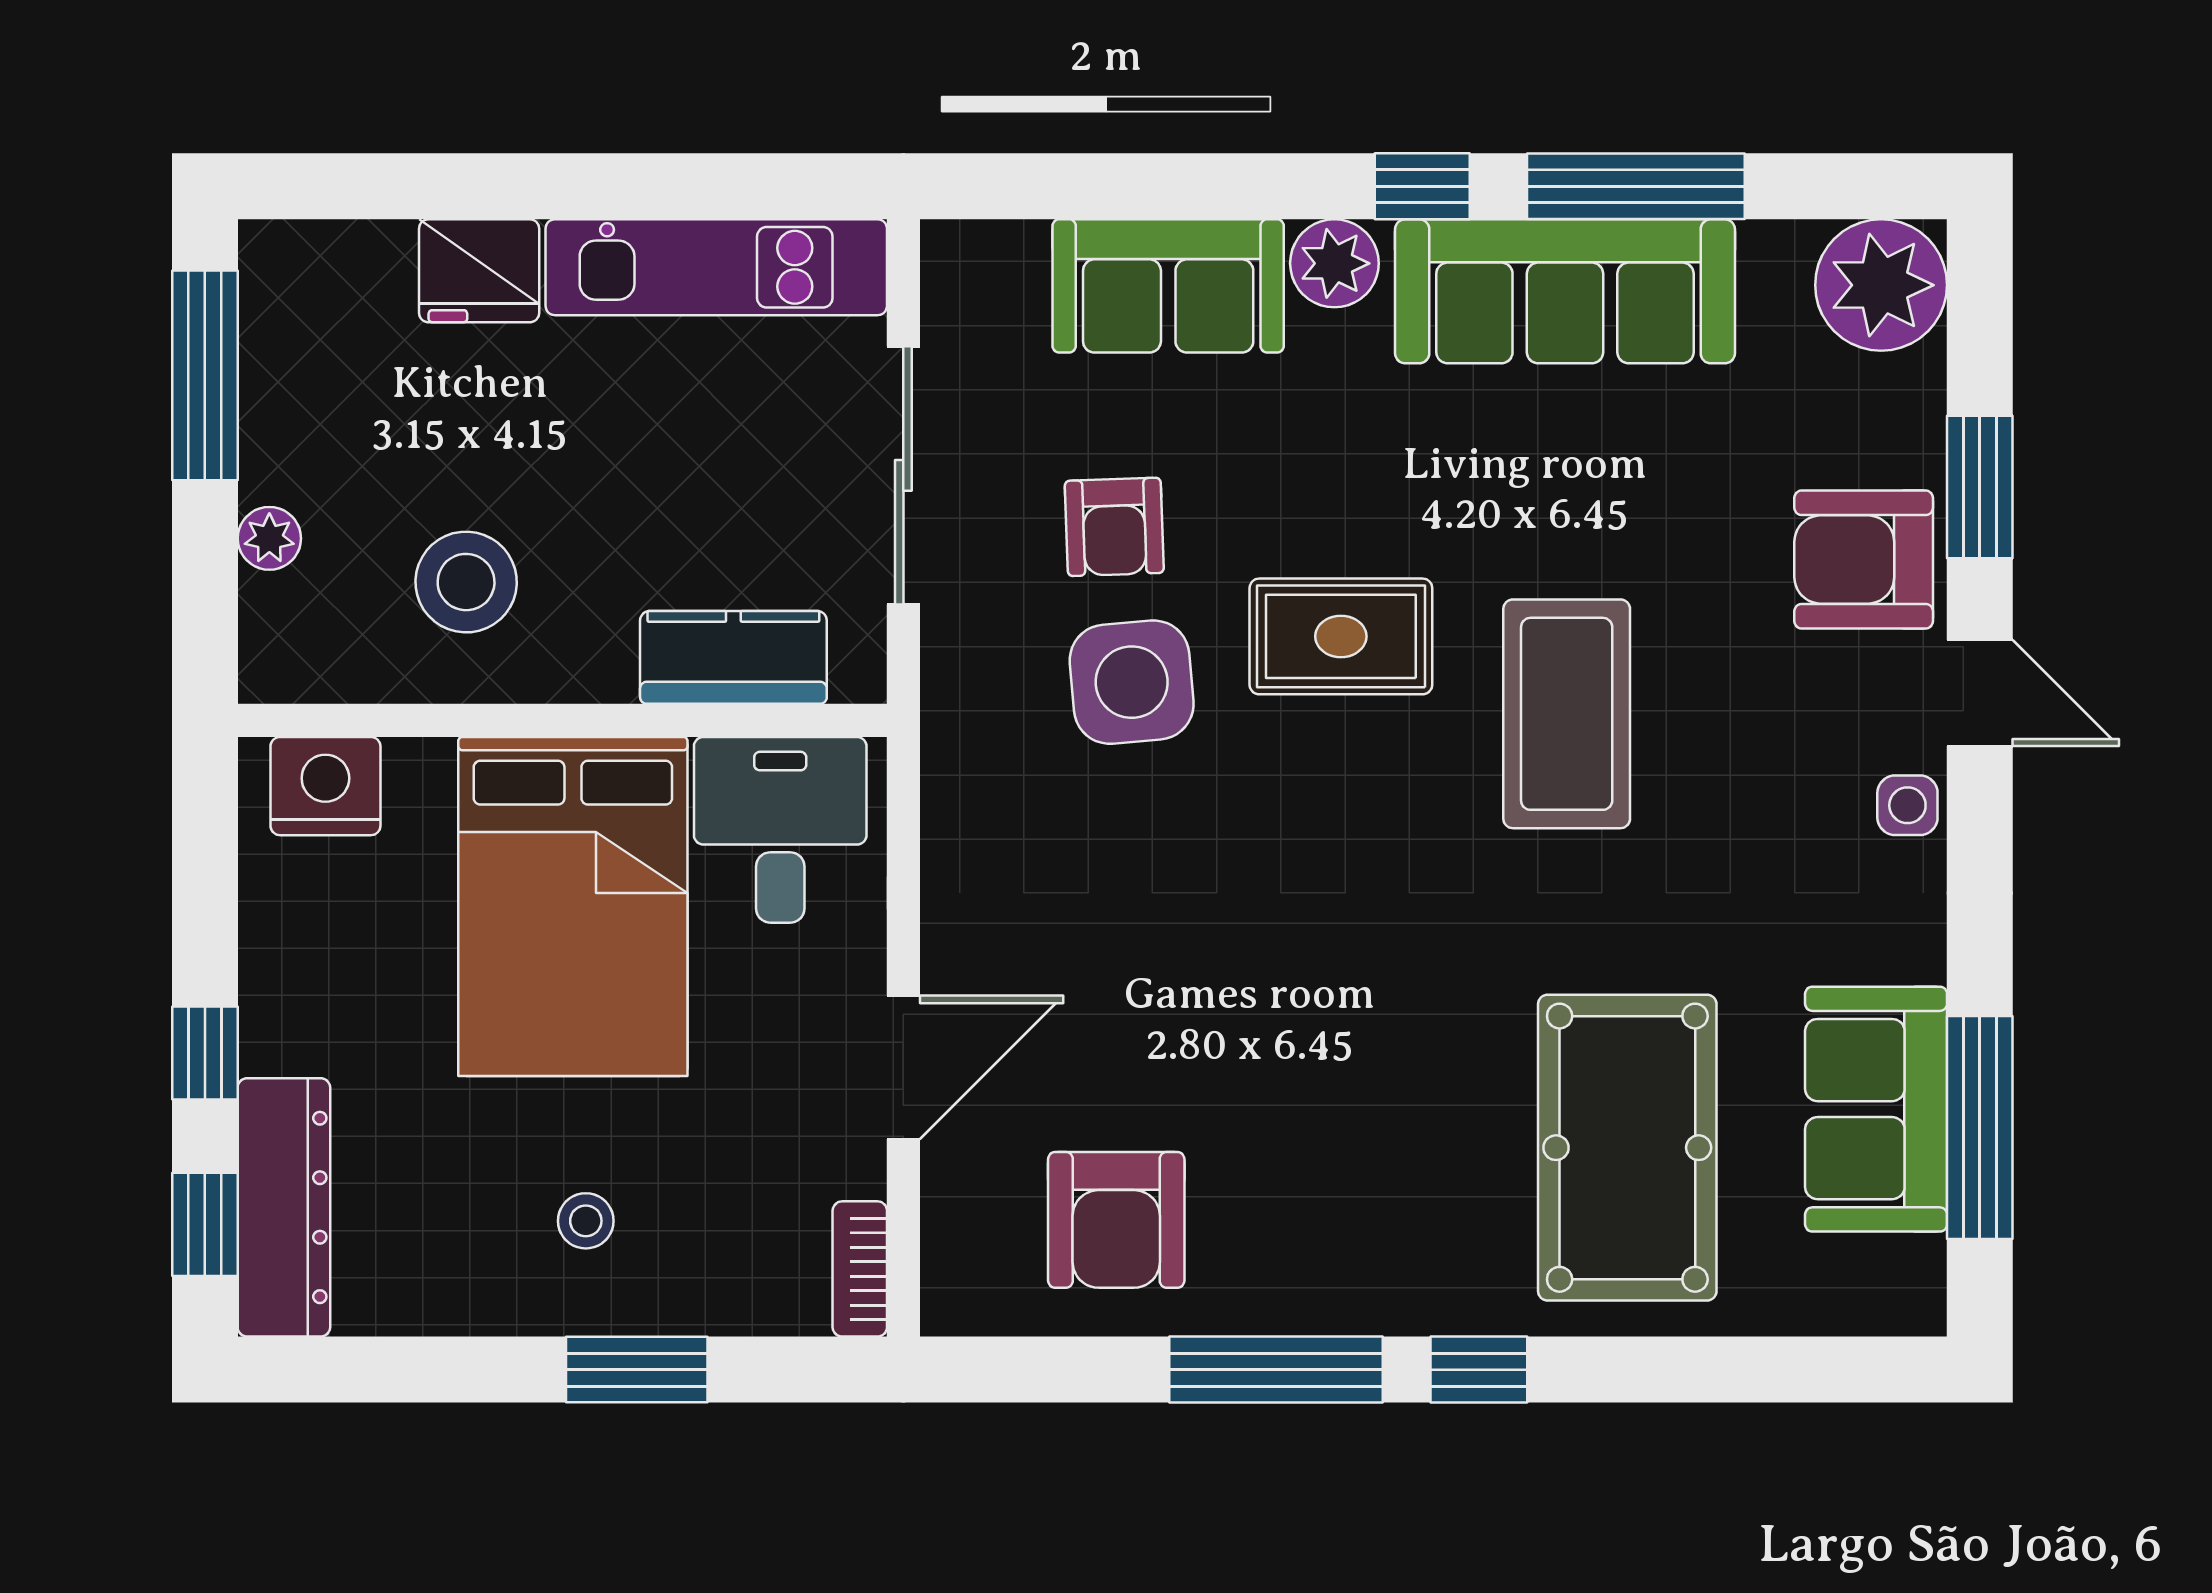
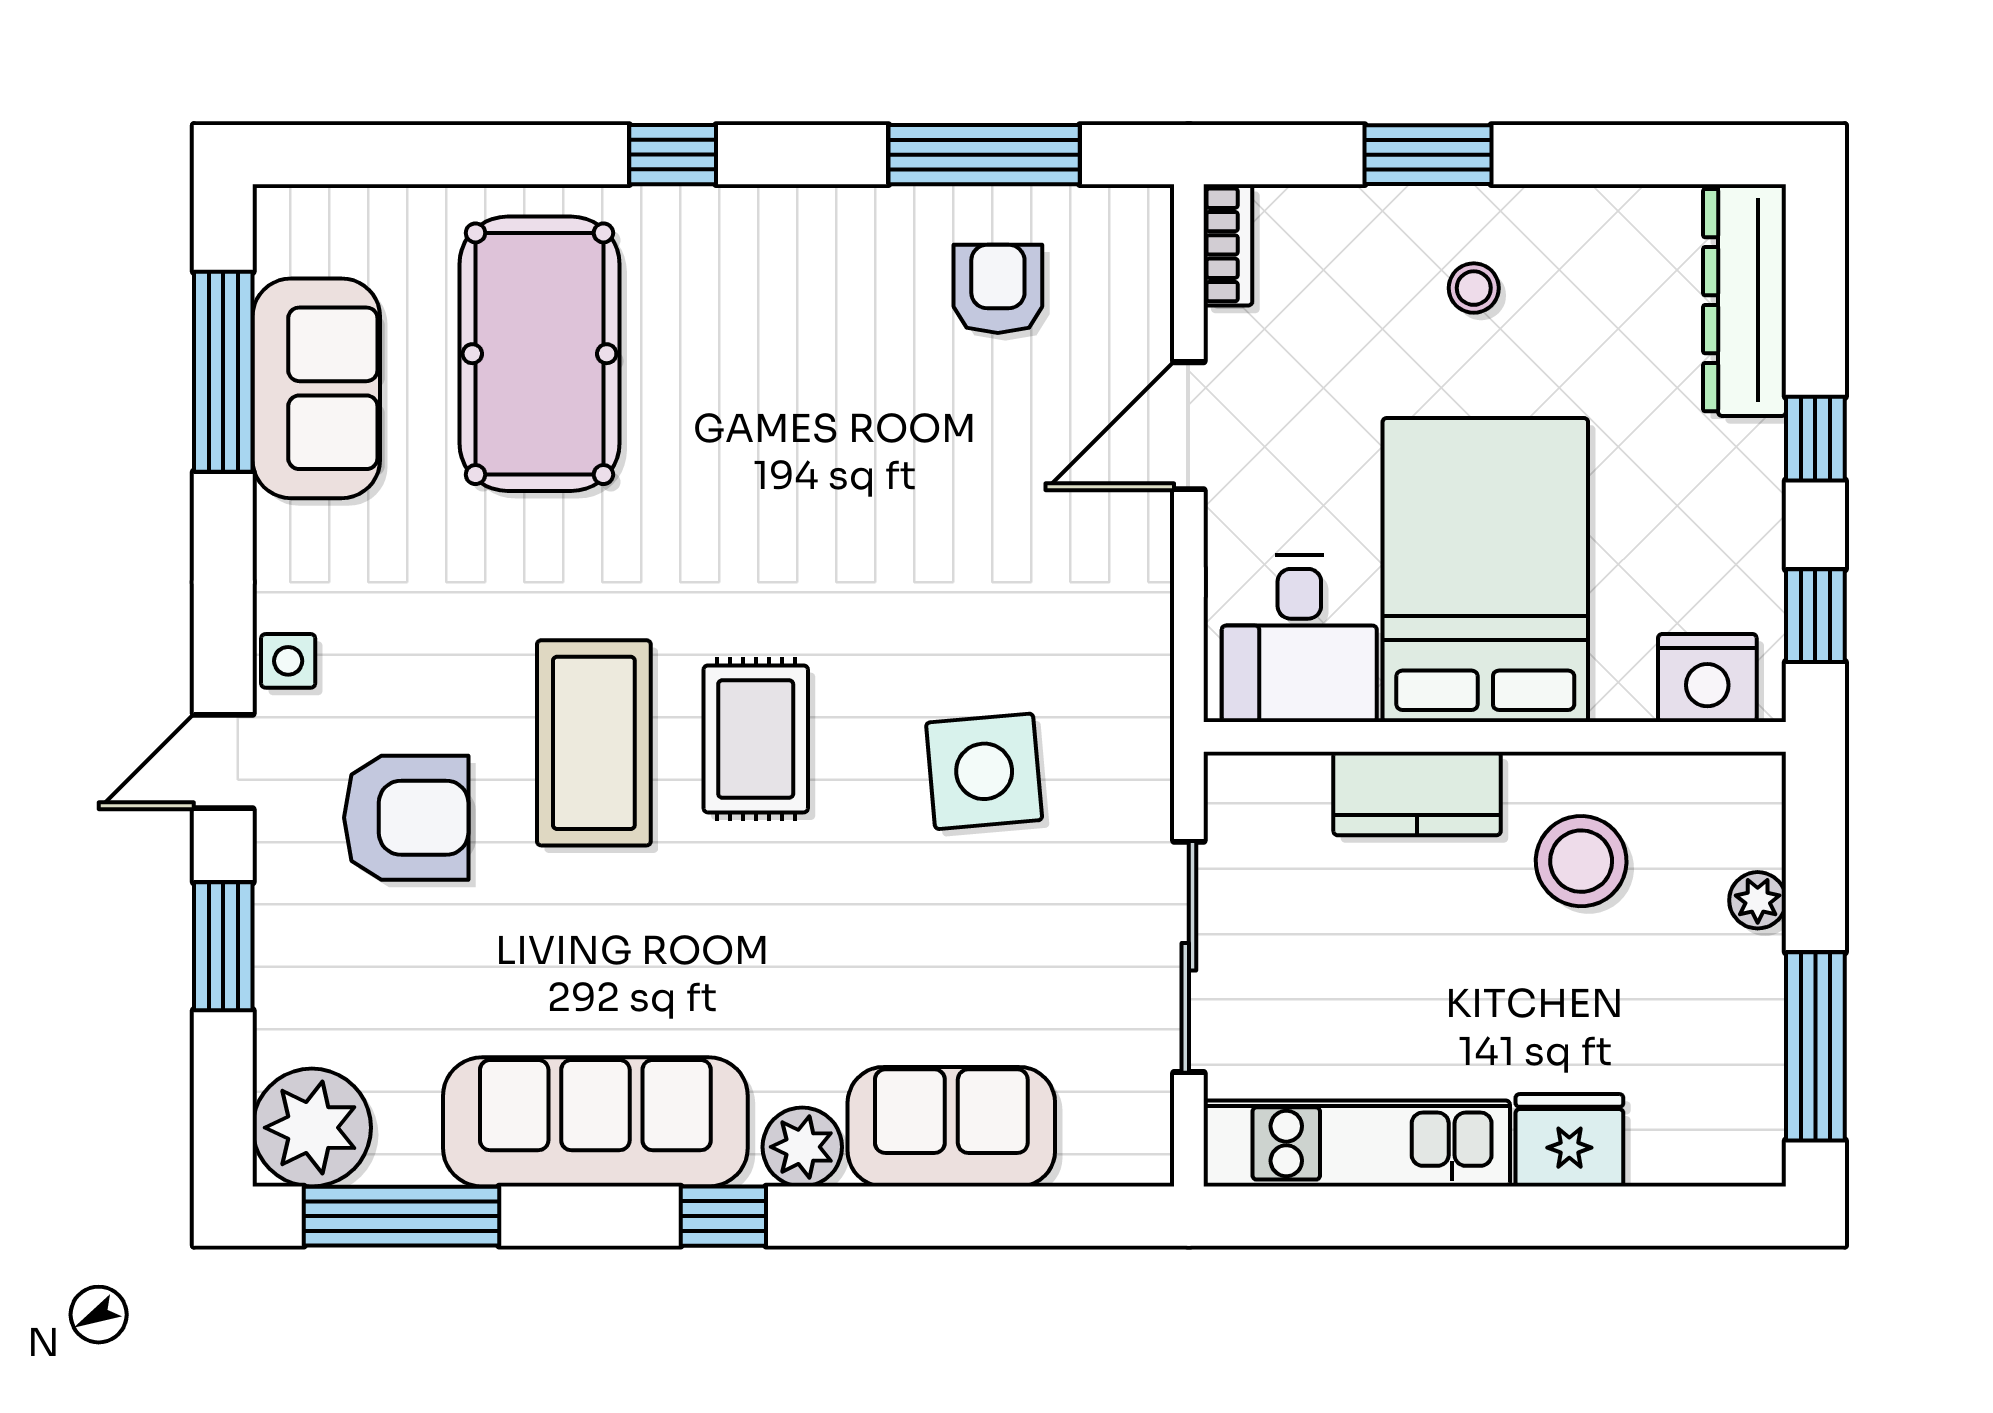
window: (1636, 186) -> (401, 1216), moved
armchair: (1114, 527) -> (1000, 911), removed
armchair: (1864, 560) -> (406, 818), moved
rug: (1341, 636) -> (756, 739), moved, turned 90
kitchen counter: (733, 657) -> (1417, 794), moved
door: (1980, 693) -> (223, 761), hinge flipped
armchair: (1116, 1220) -> (998, 289), width x0.72, depth x0.72
window: (205, 1224) -> (1815, 616), moved
window: (1276, 1370) -> (984, 155), moved

